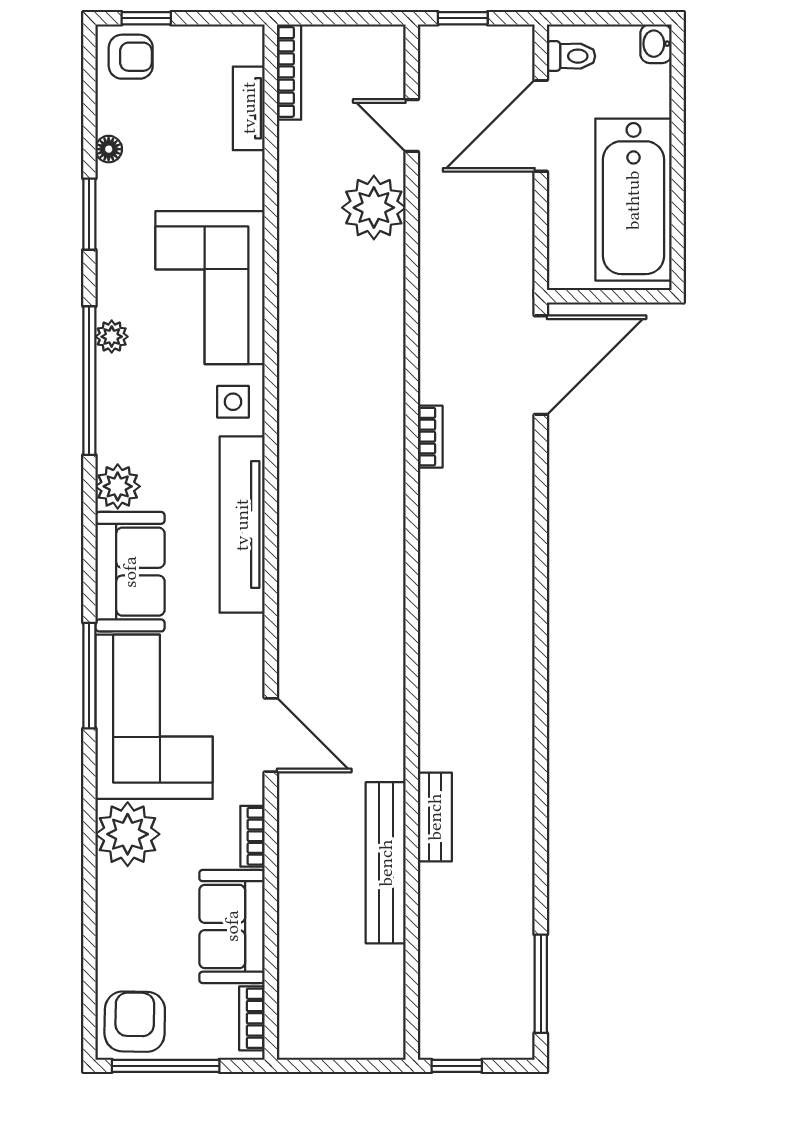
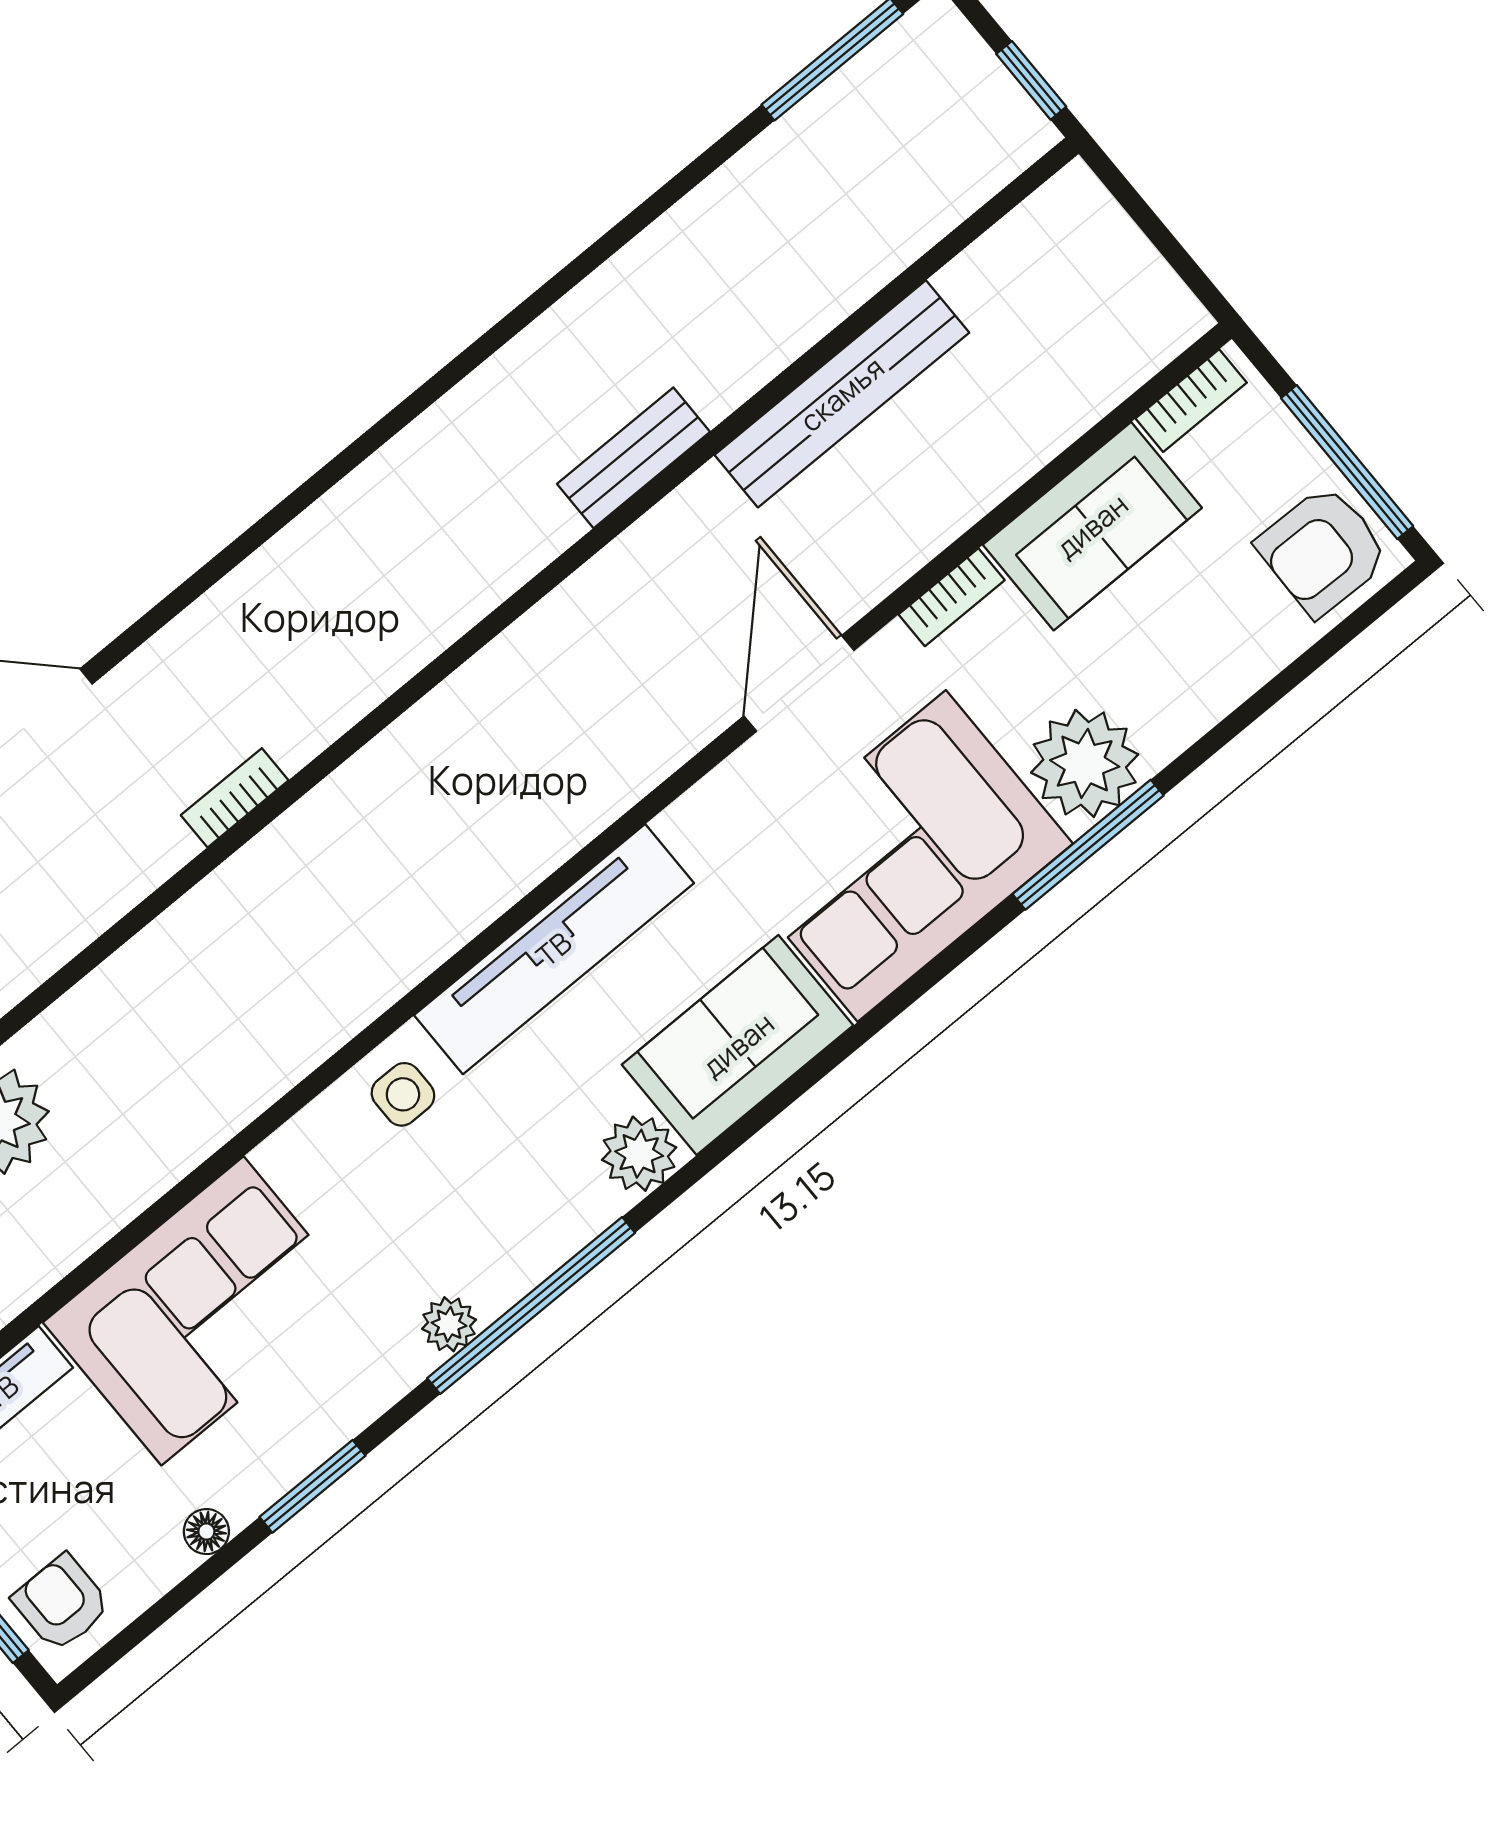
corner sofa: (210, 288) -> (202, 1311), moved
window: (89, 676) -> (1088, 845), moved
bench: (435, 817) -> (633, 458), moved

